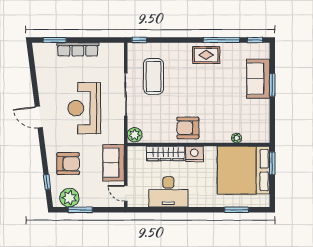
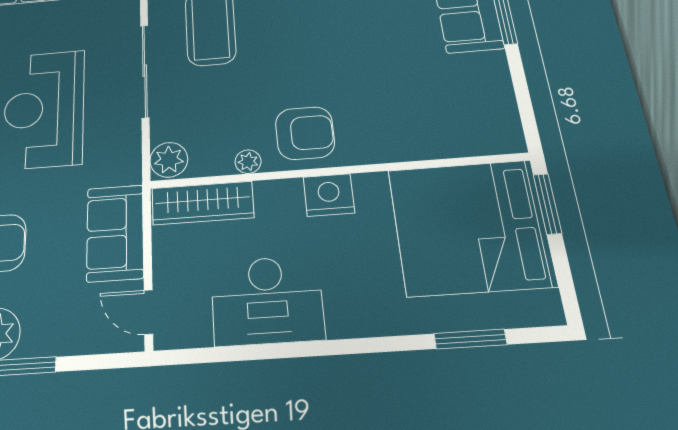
armchair: (188, 128) -> (305, 133), turned 180
plant: (236, 138) -> (248, 162), moved
wardrobe: (166, 153) -> (203, 203), moved

